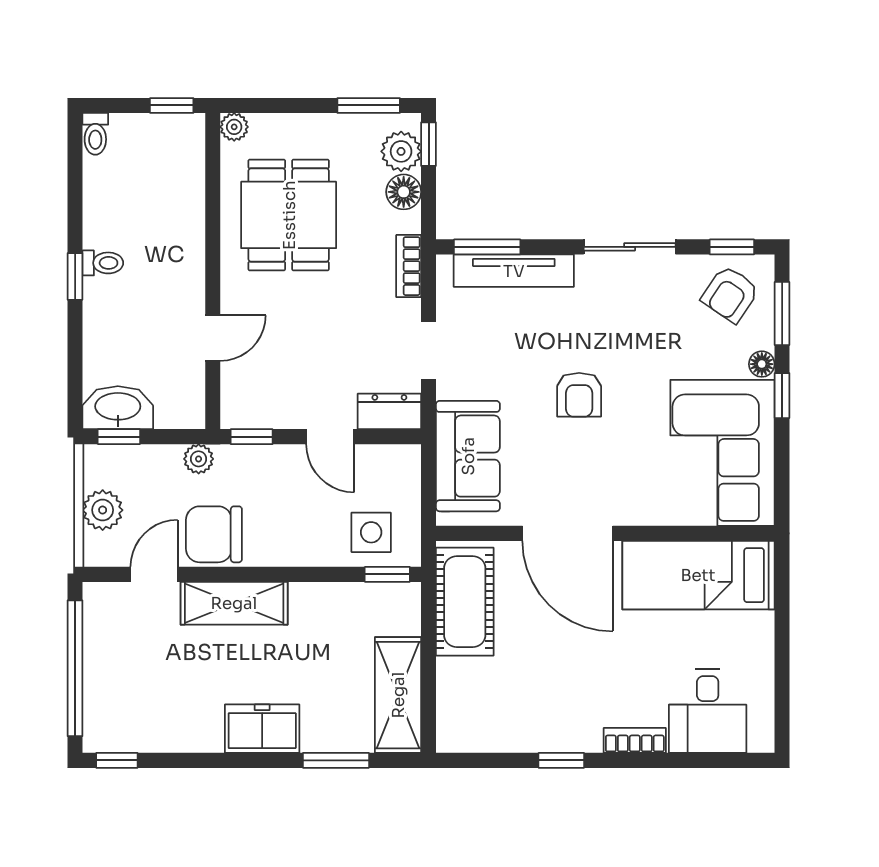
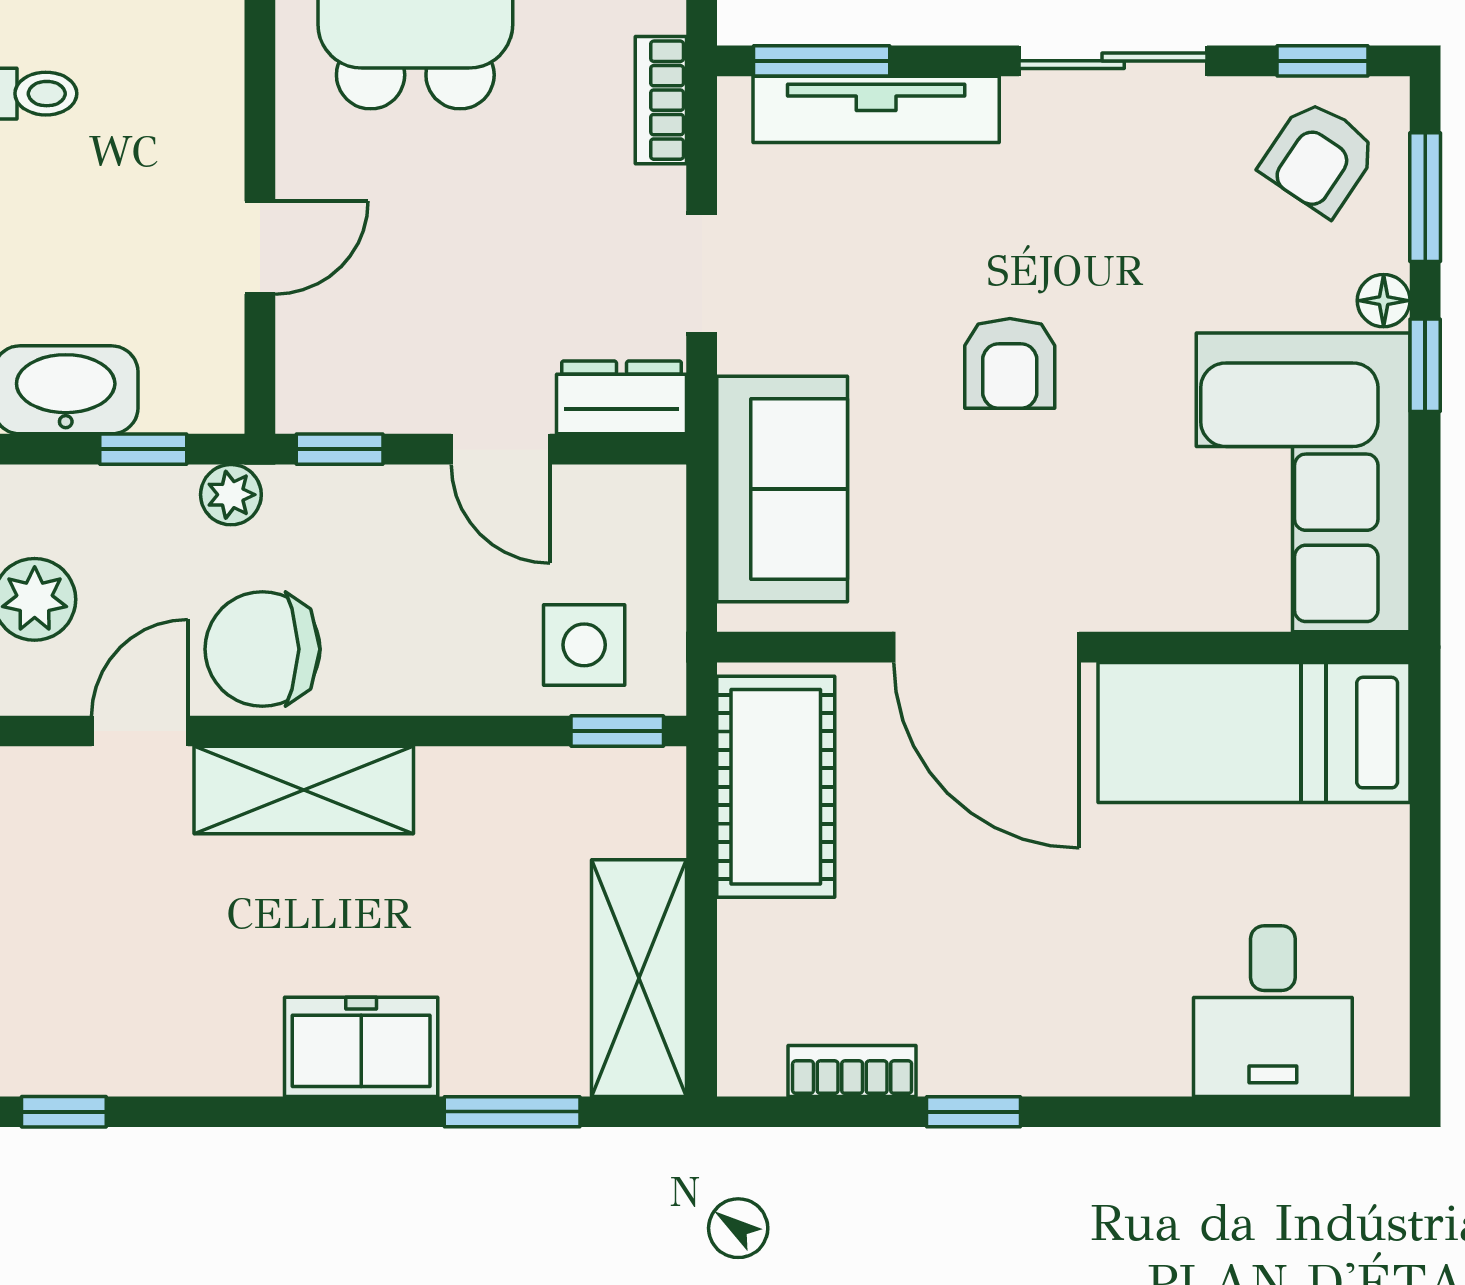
window: (119, 437) -> (143, 449), moved
bookcase: (635, 740) -> (852, 1071), moved

